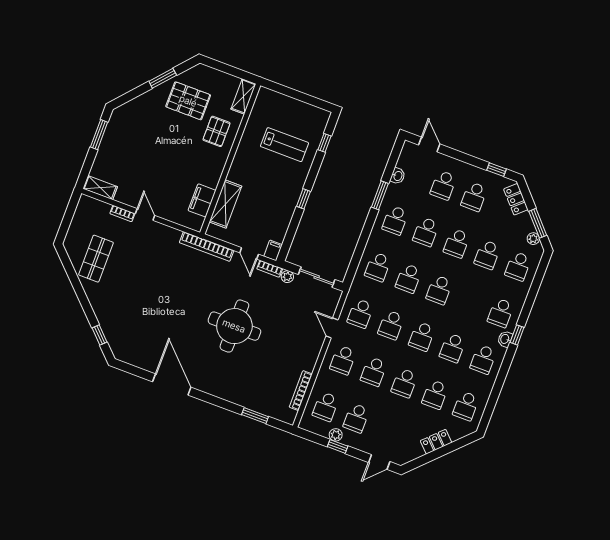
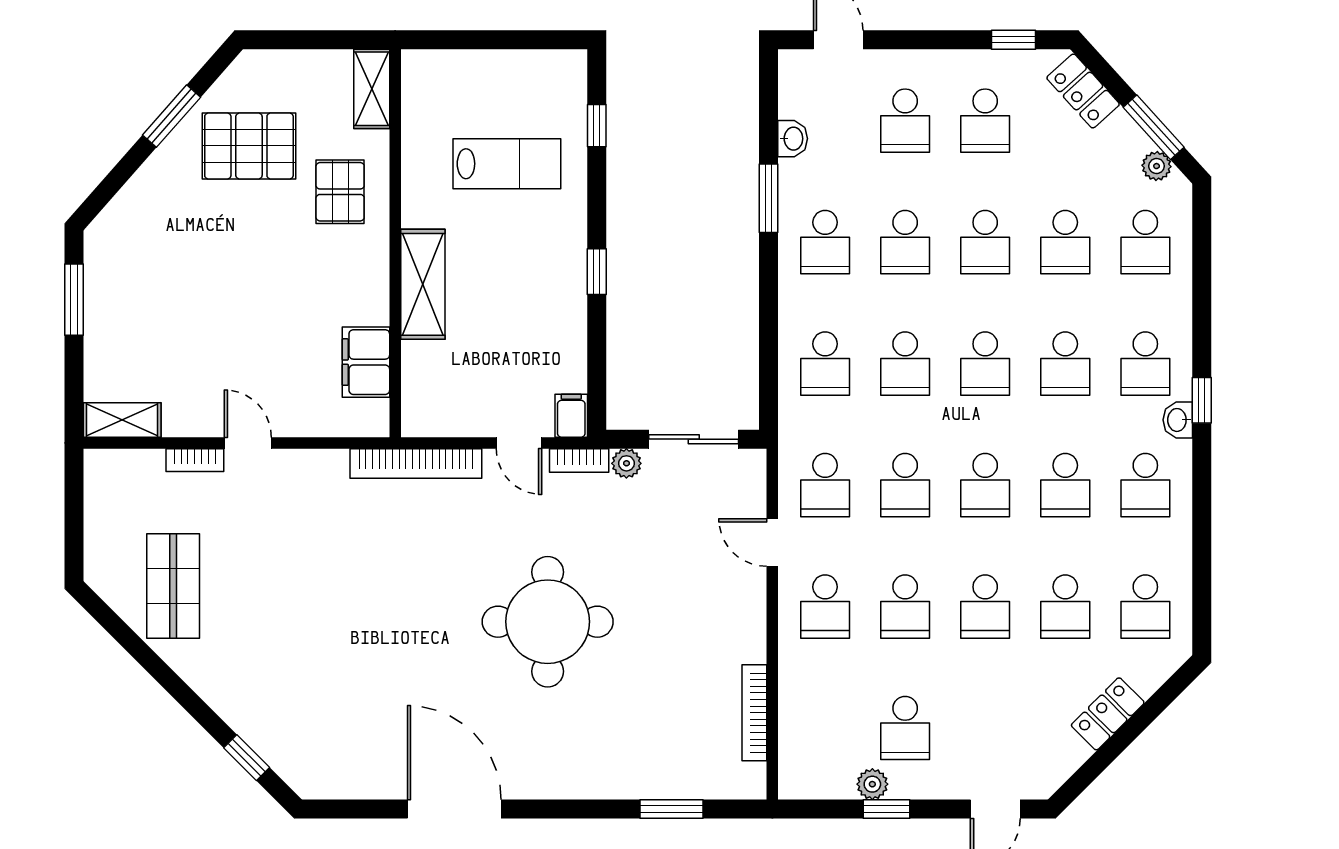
shelving: (226, 204) -> (423, 284), moved
school desk: (326, 407) -> (1065, 364), moved

